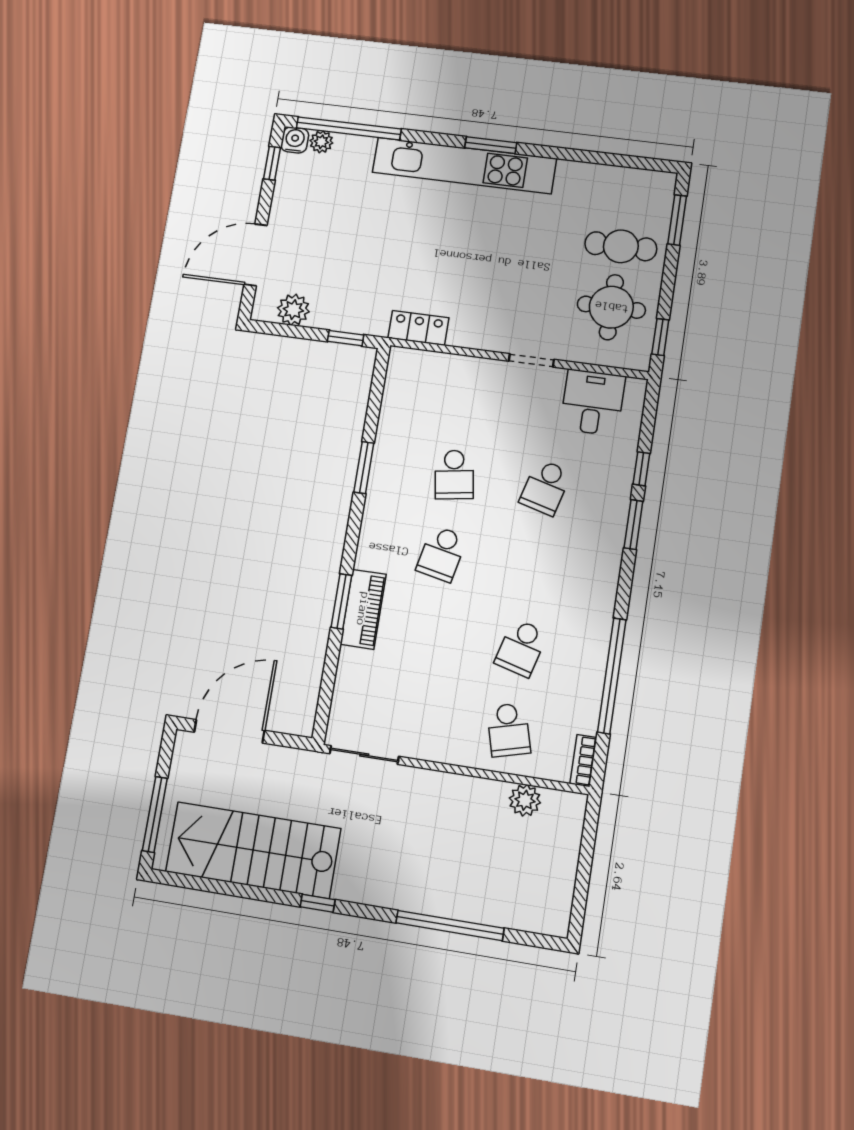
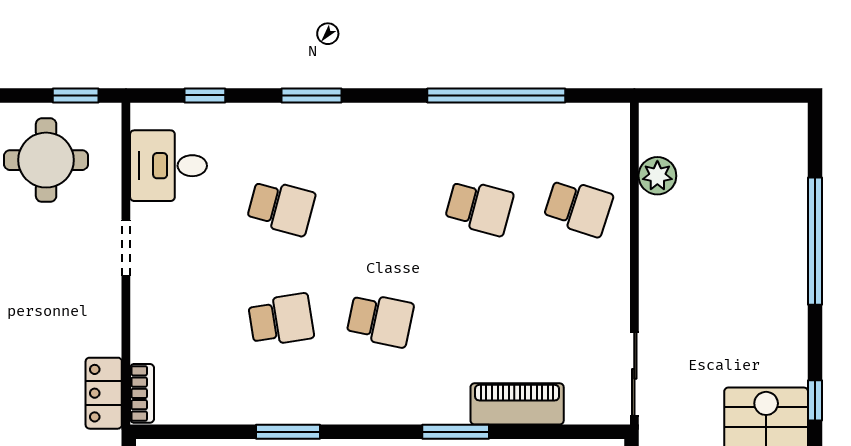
window: (641, 469) -> (205, 95), moved
piano: (363, 609) -> (517, 404), moved
school desk: (509, 730) -> (578, 207), turned 33
bookcase: (583, 761) -> (142, 393), moved, turned -90

